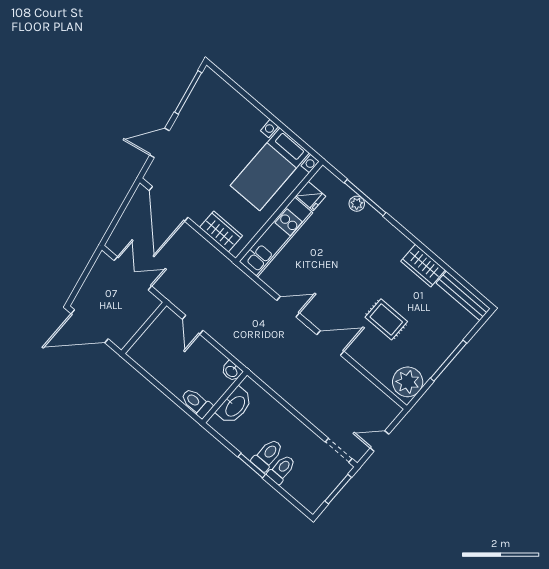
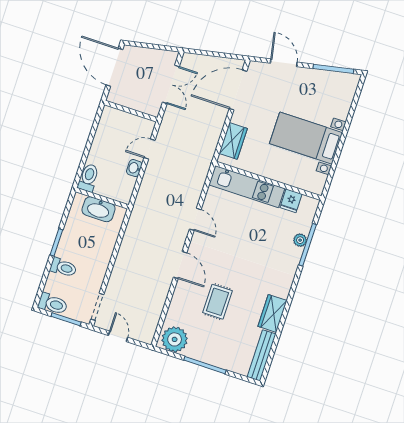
bed with nightstands: (270, 169) -> (306, 138), moved
washbasin: (232, 371) -> (134, 168), moved
toilet: (267, 455) -> (53, 304), moved

